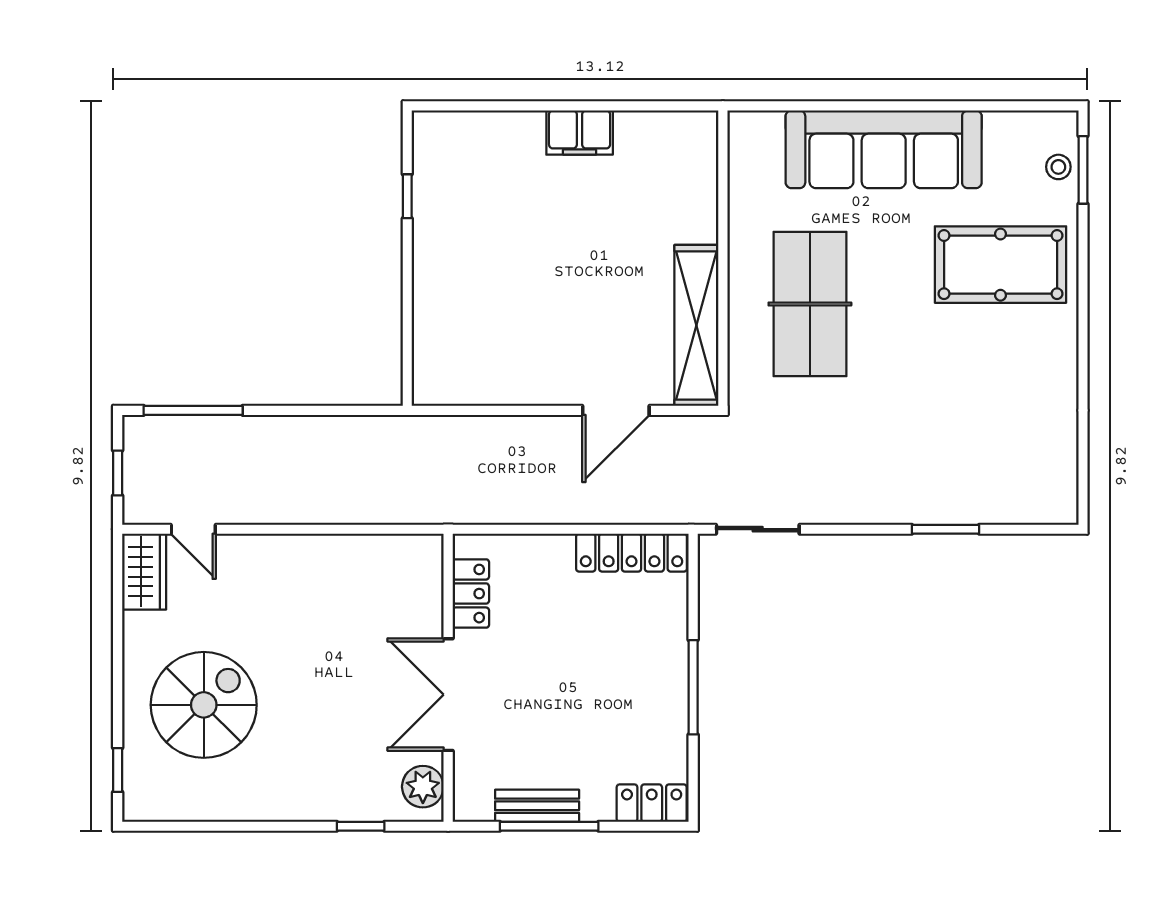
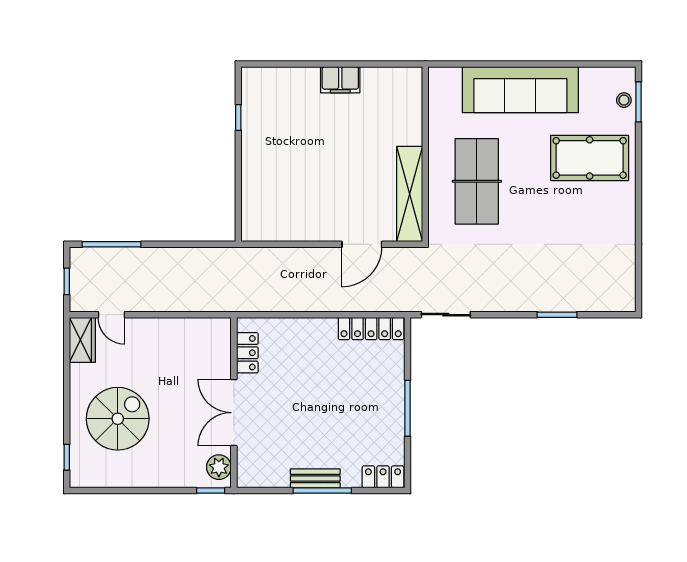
locker: (471, 594) -> (247, 353), moved
wall: (448, 678) -> (234, 403), moved
double door: (448, 695) -> (234, 413), moved
plant: (423, 787) -> (219, 467), moved

